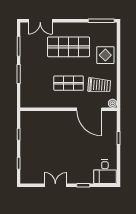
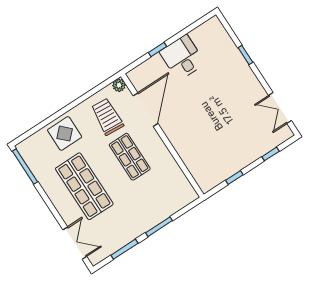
desk: (105, 172) -> (182, 57), moved, turned -90
double door: (55, 185) -> (280, 108), moved

